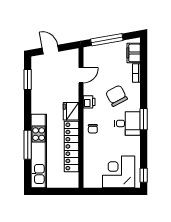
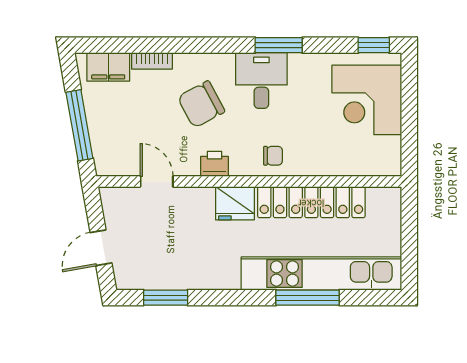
window: (144, 119) -> (279, 45), moved

